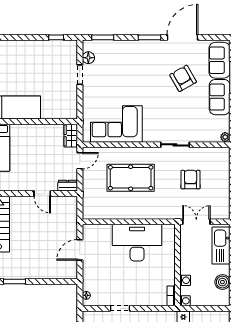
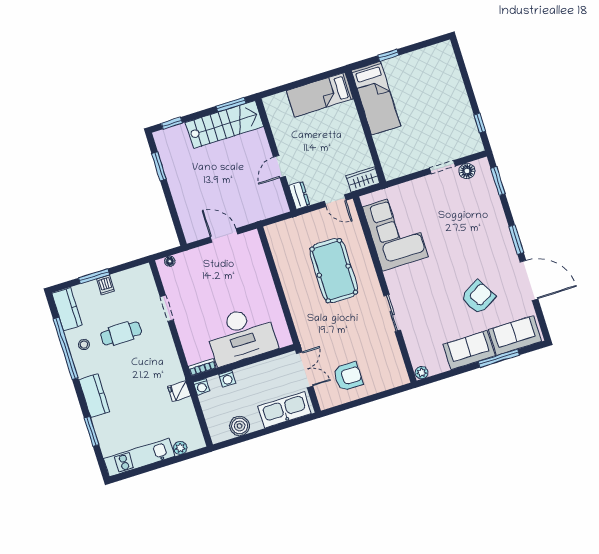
armchair: (191, 180) -> (348, 376), moved
desk: (137, 243) -> (241, 335), moved, turned 90

